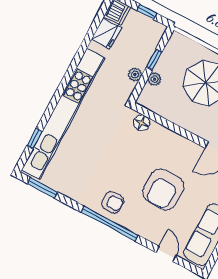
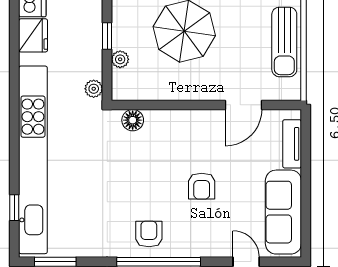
plant: (135, 74) -> (94, 89), moved
armchair: (164, 189) -> (202, 186), width x0.53, depth x0.53
armchair: (113, 202) -> (149, 234), turned -90

